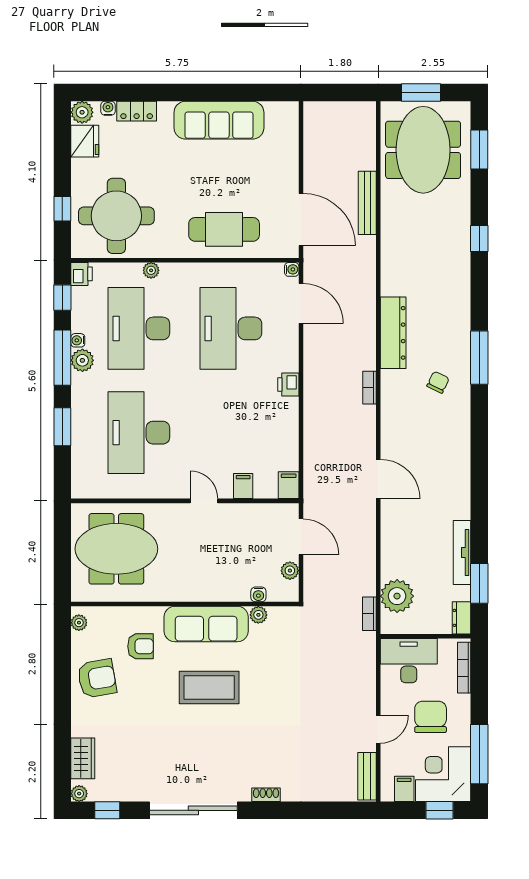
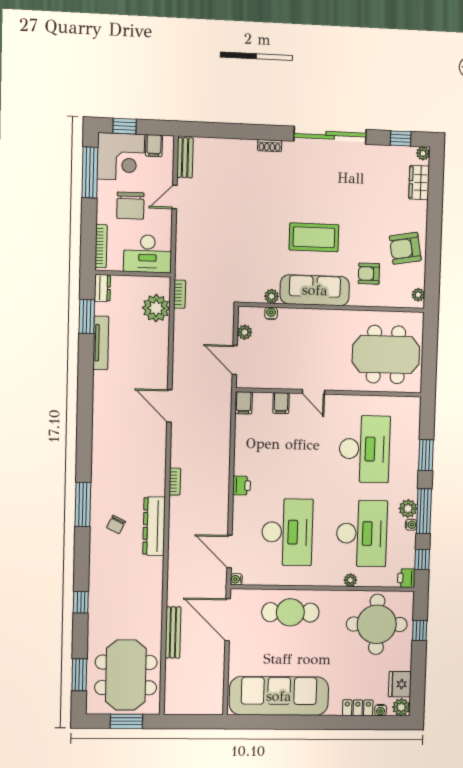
sofa: (219, 120) -> (279, 696), width x1.36, depth x1.27
chair: (438, 382) -> (116, 525), moved

